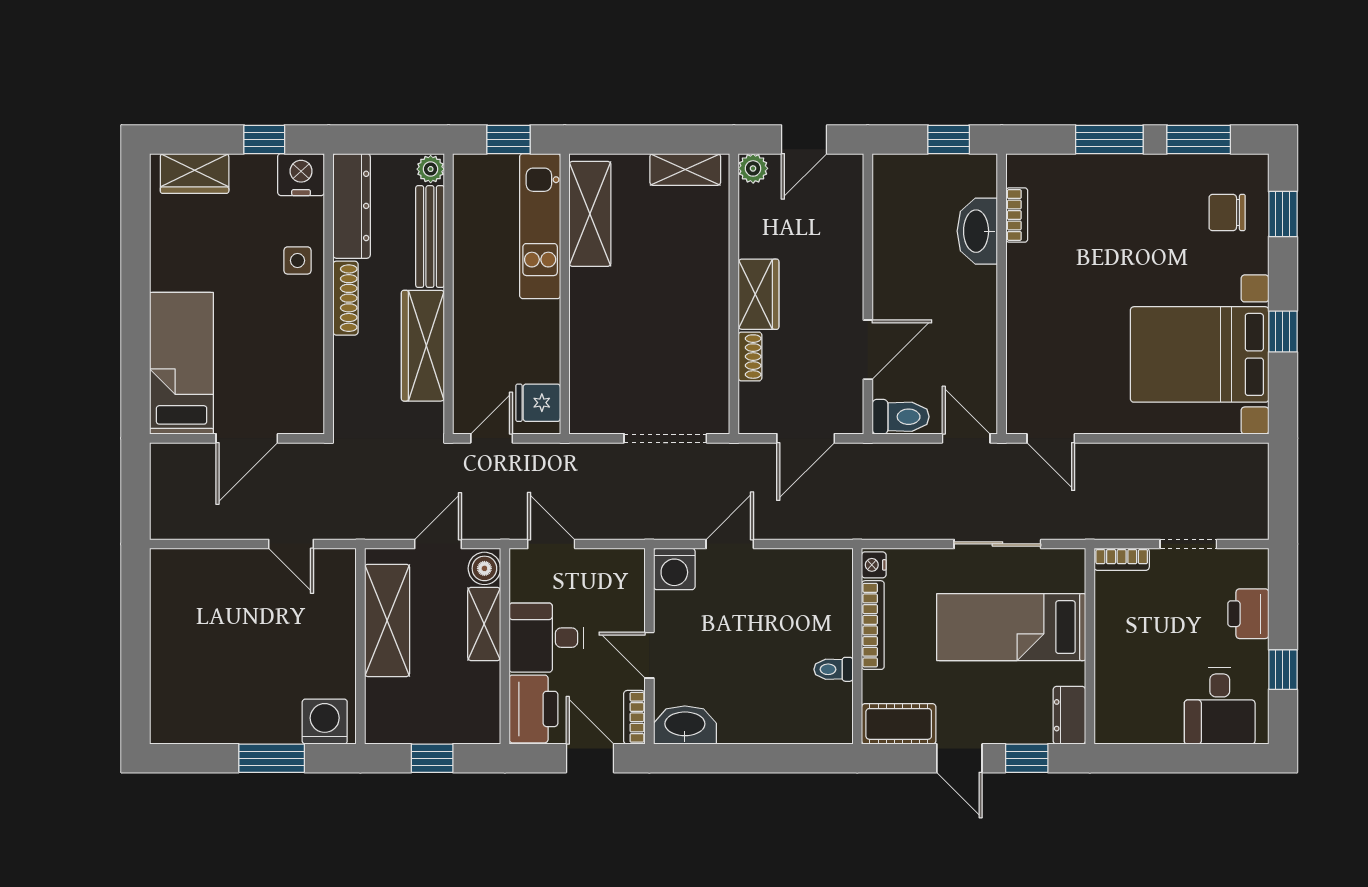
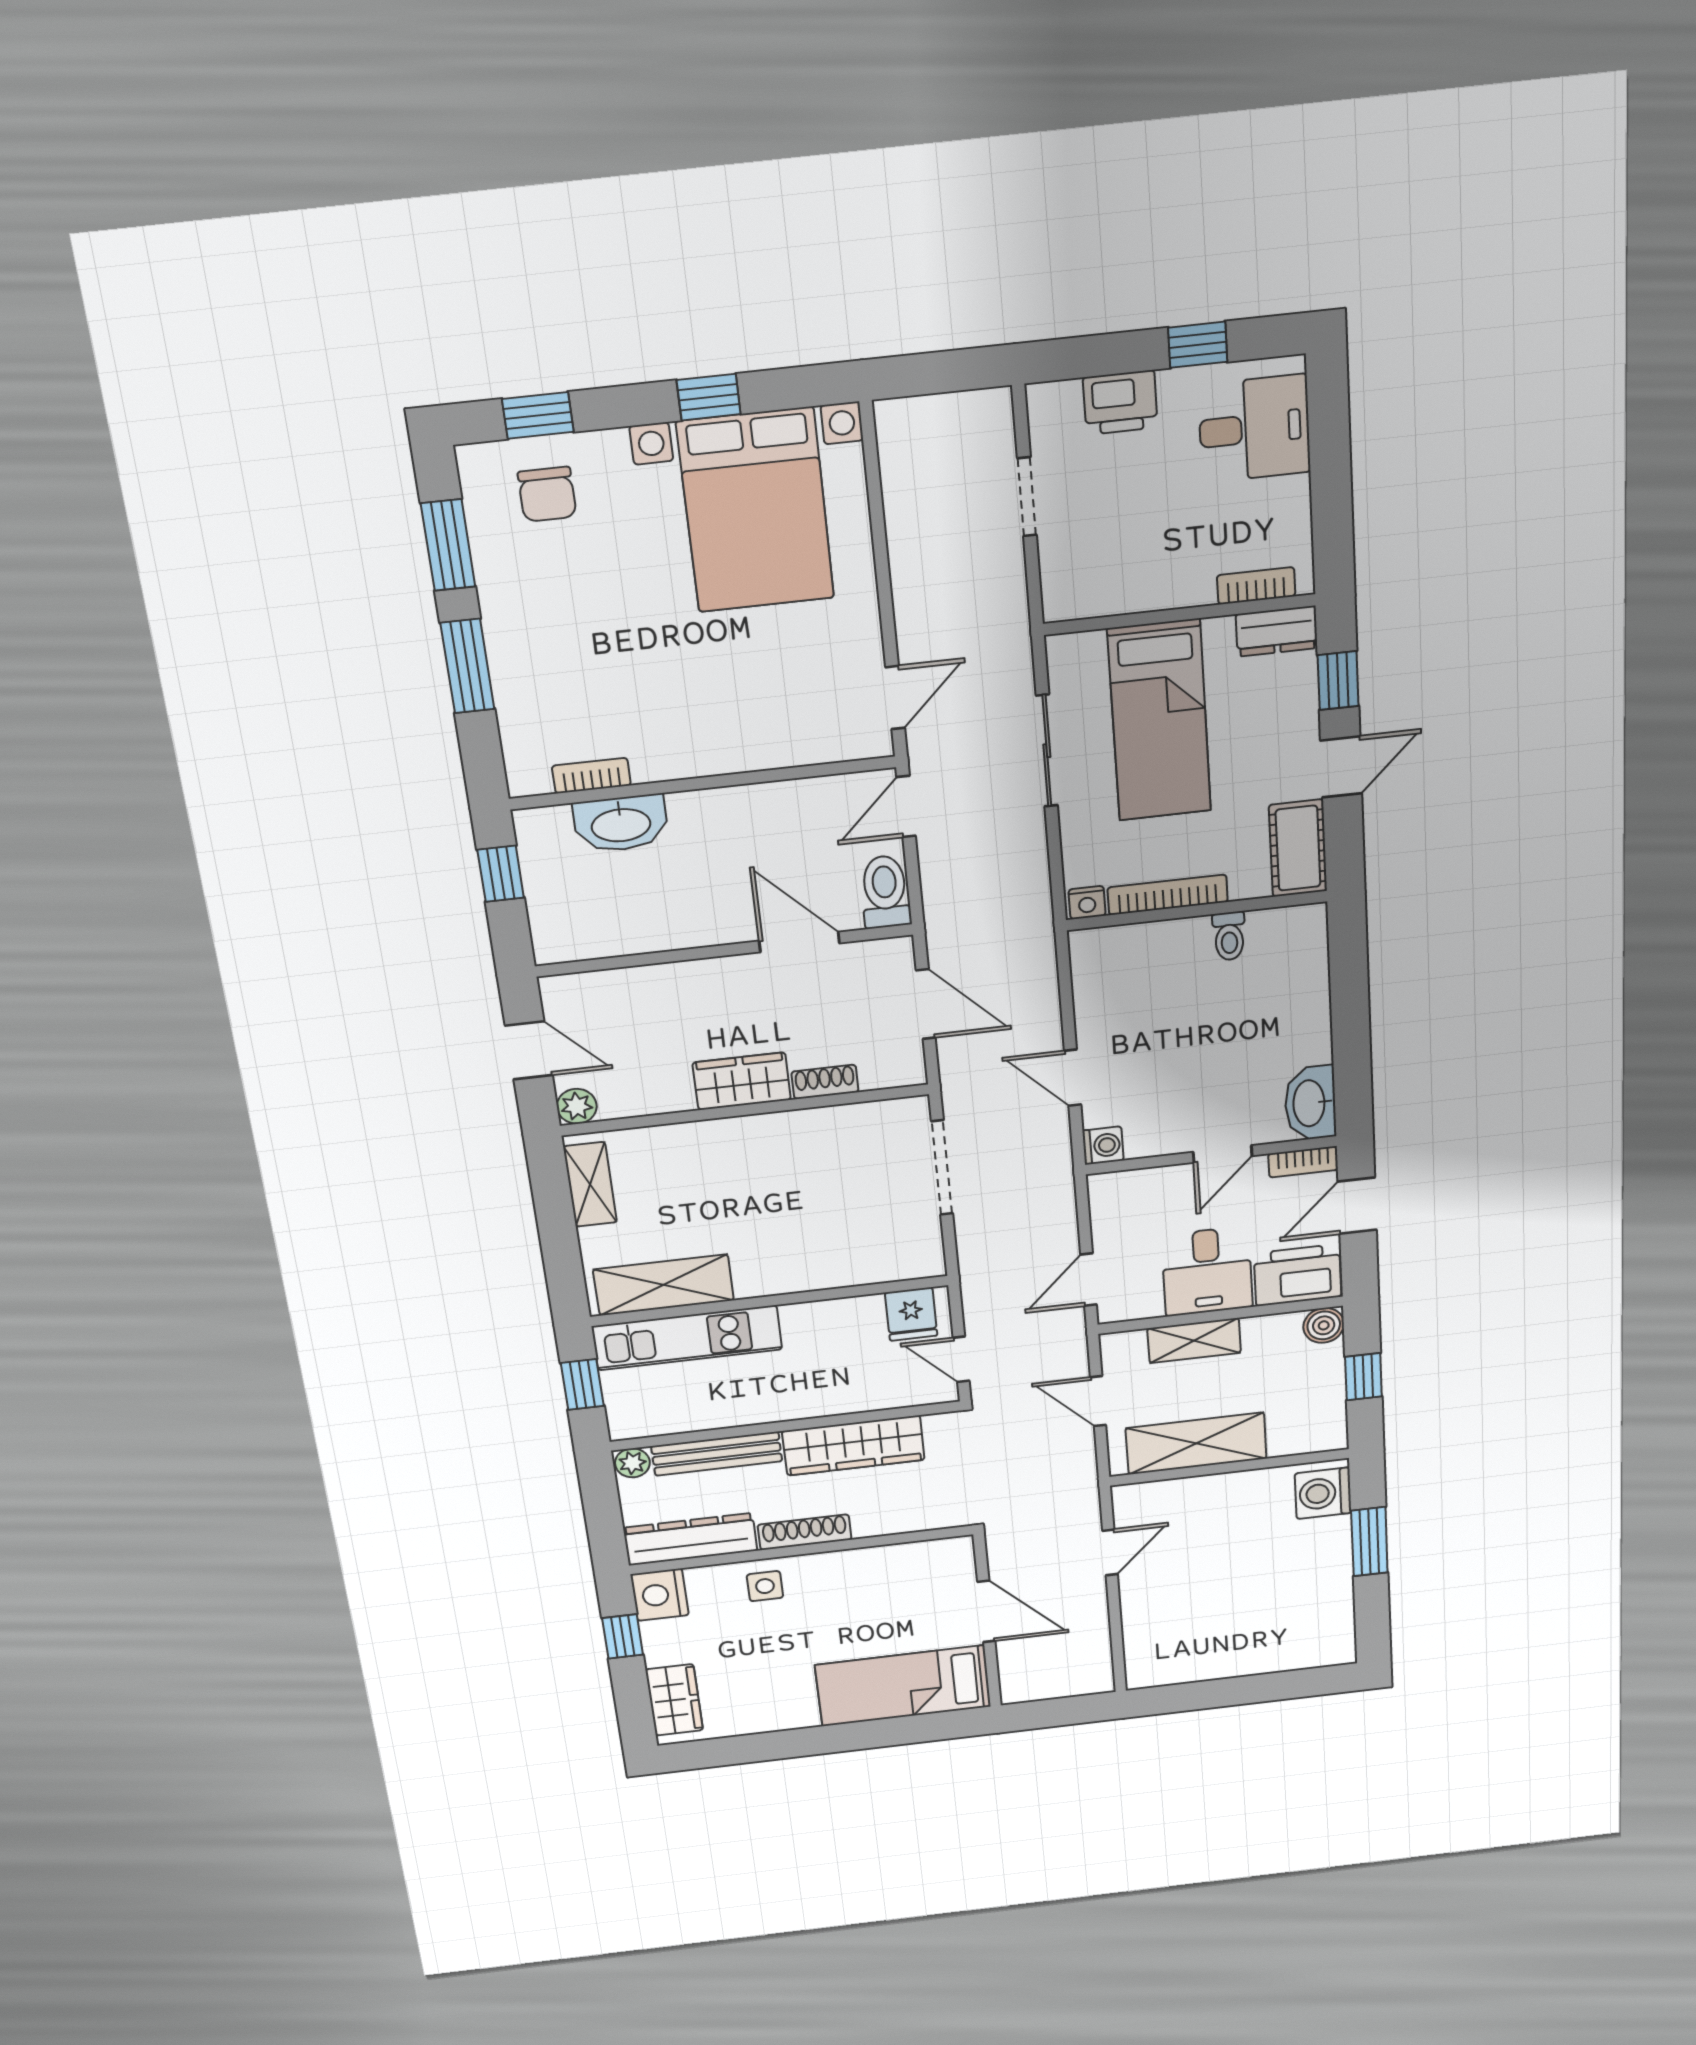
bookcase: (1122, 559) -> (1256, 586), moved, turned -90
boiler: (484, 568) -> (1324, 1325), moved
washing machine: (674, 569) -> (1103, 1145), width x0.73, depth x0.73

